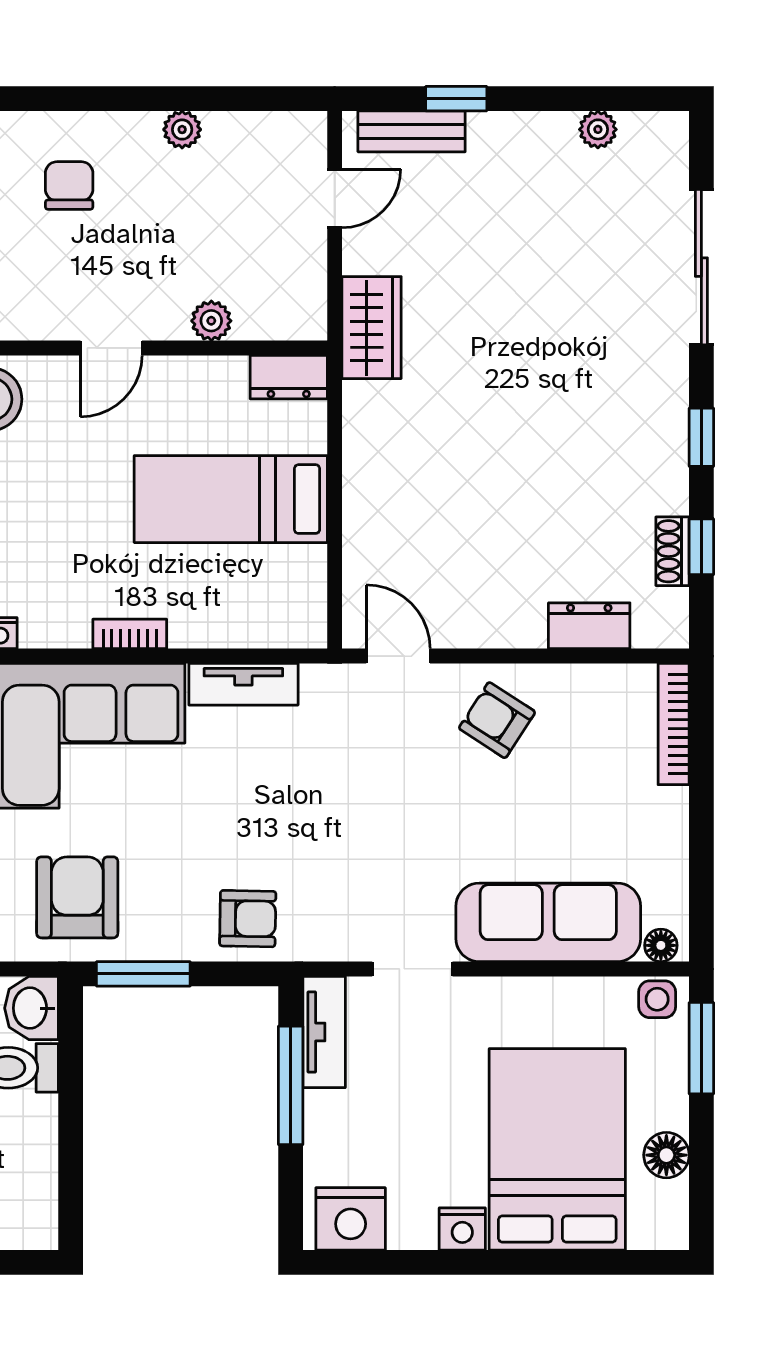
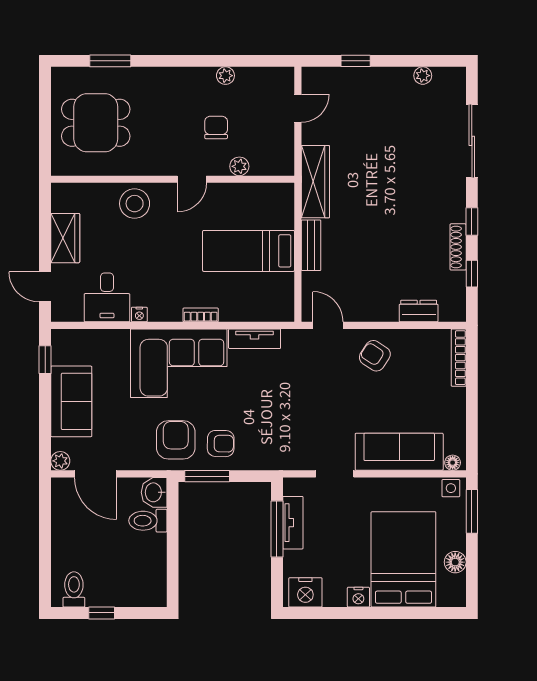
bench: (412, 131) -> (311, 245), moved, turned 90
chair: (69, 186) -> (216, 127), moved
wardrobe: (372, 328) -> (315, 182), width x1.50
dresser: (289, 377) -> (276, 193), removed
shoe rack: (672, 551) -> (458, 247), moved, width x1.43
armchair: (248, 919) -> (221, 444), moved
tv unit: (324, 1032) -> (293, 523), moved

